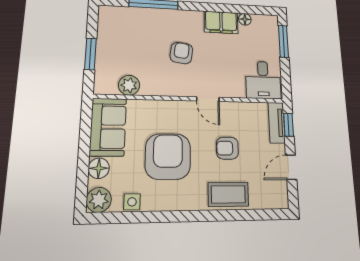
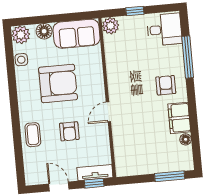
armchair: (181, 53) -> (166, 85), moved, turned -97
window: (90, 54) -> (135, 11), width x0.67
desk: (263, 80) -> (164, 29), moved, turned 180
plant: (129, 85) -> (111, 26), moved
armchair: (227, 148) -> (69, 131), turned 180
coffee table: (228, 194) -> (33, 135), width x0.73, depth x0.77

